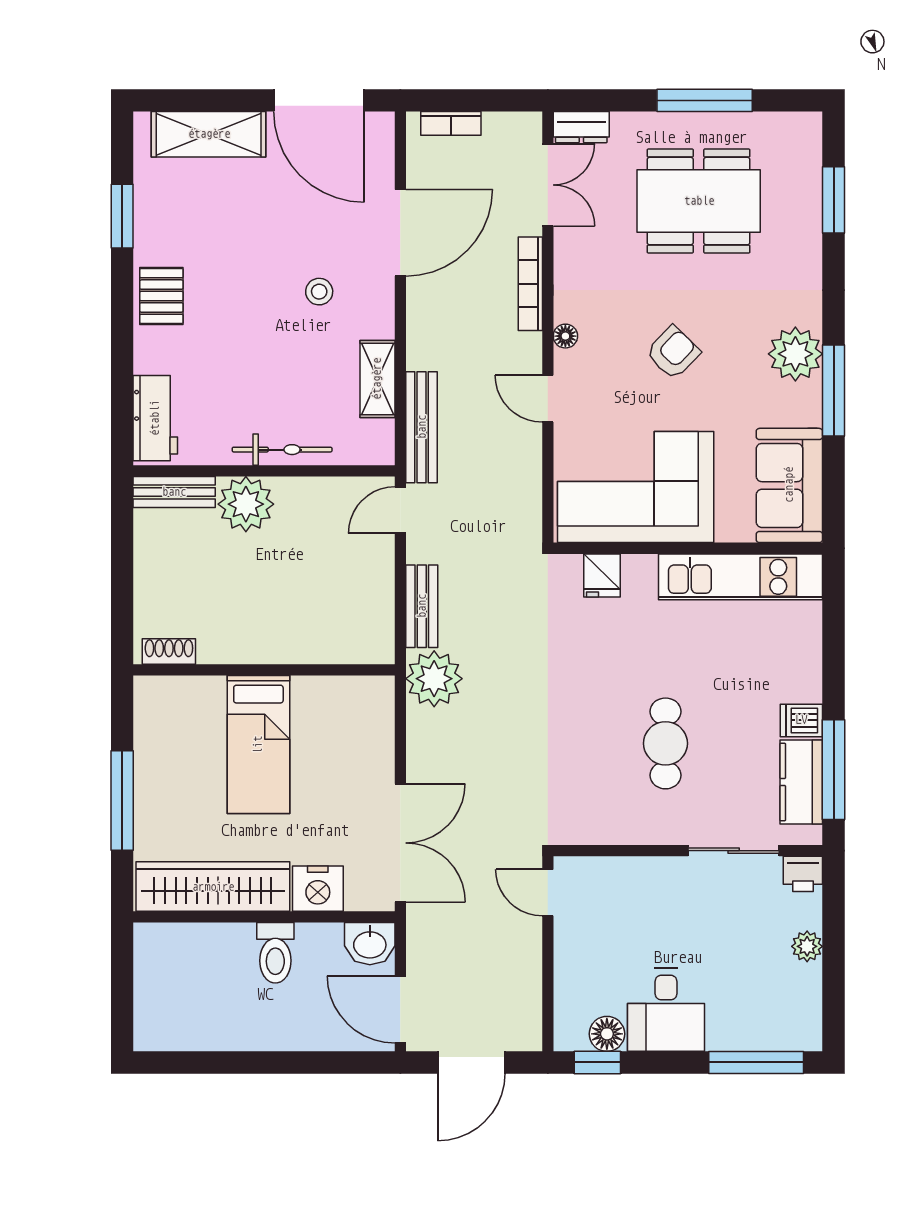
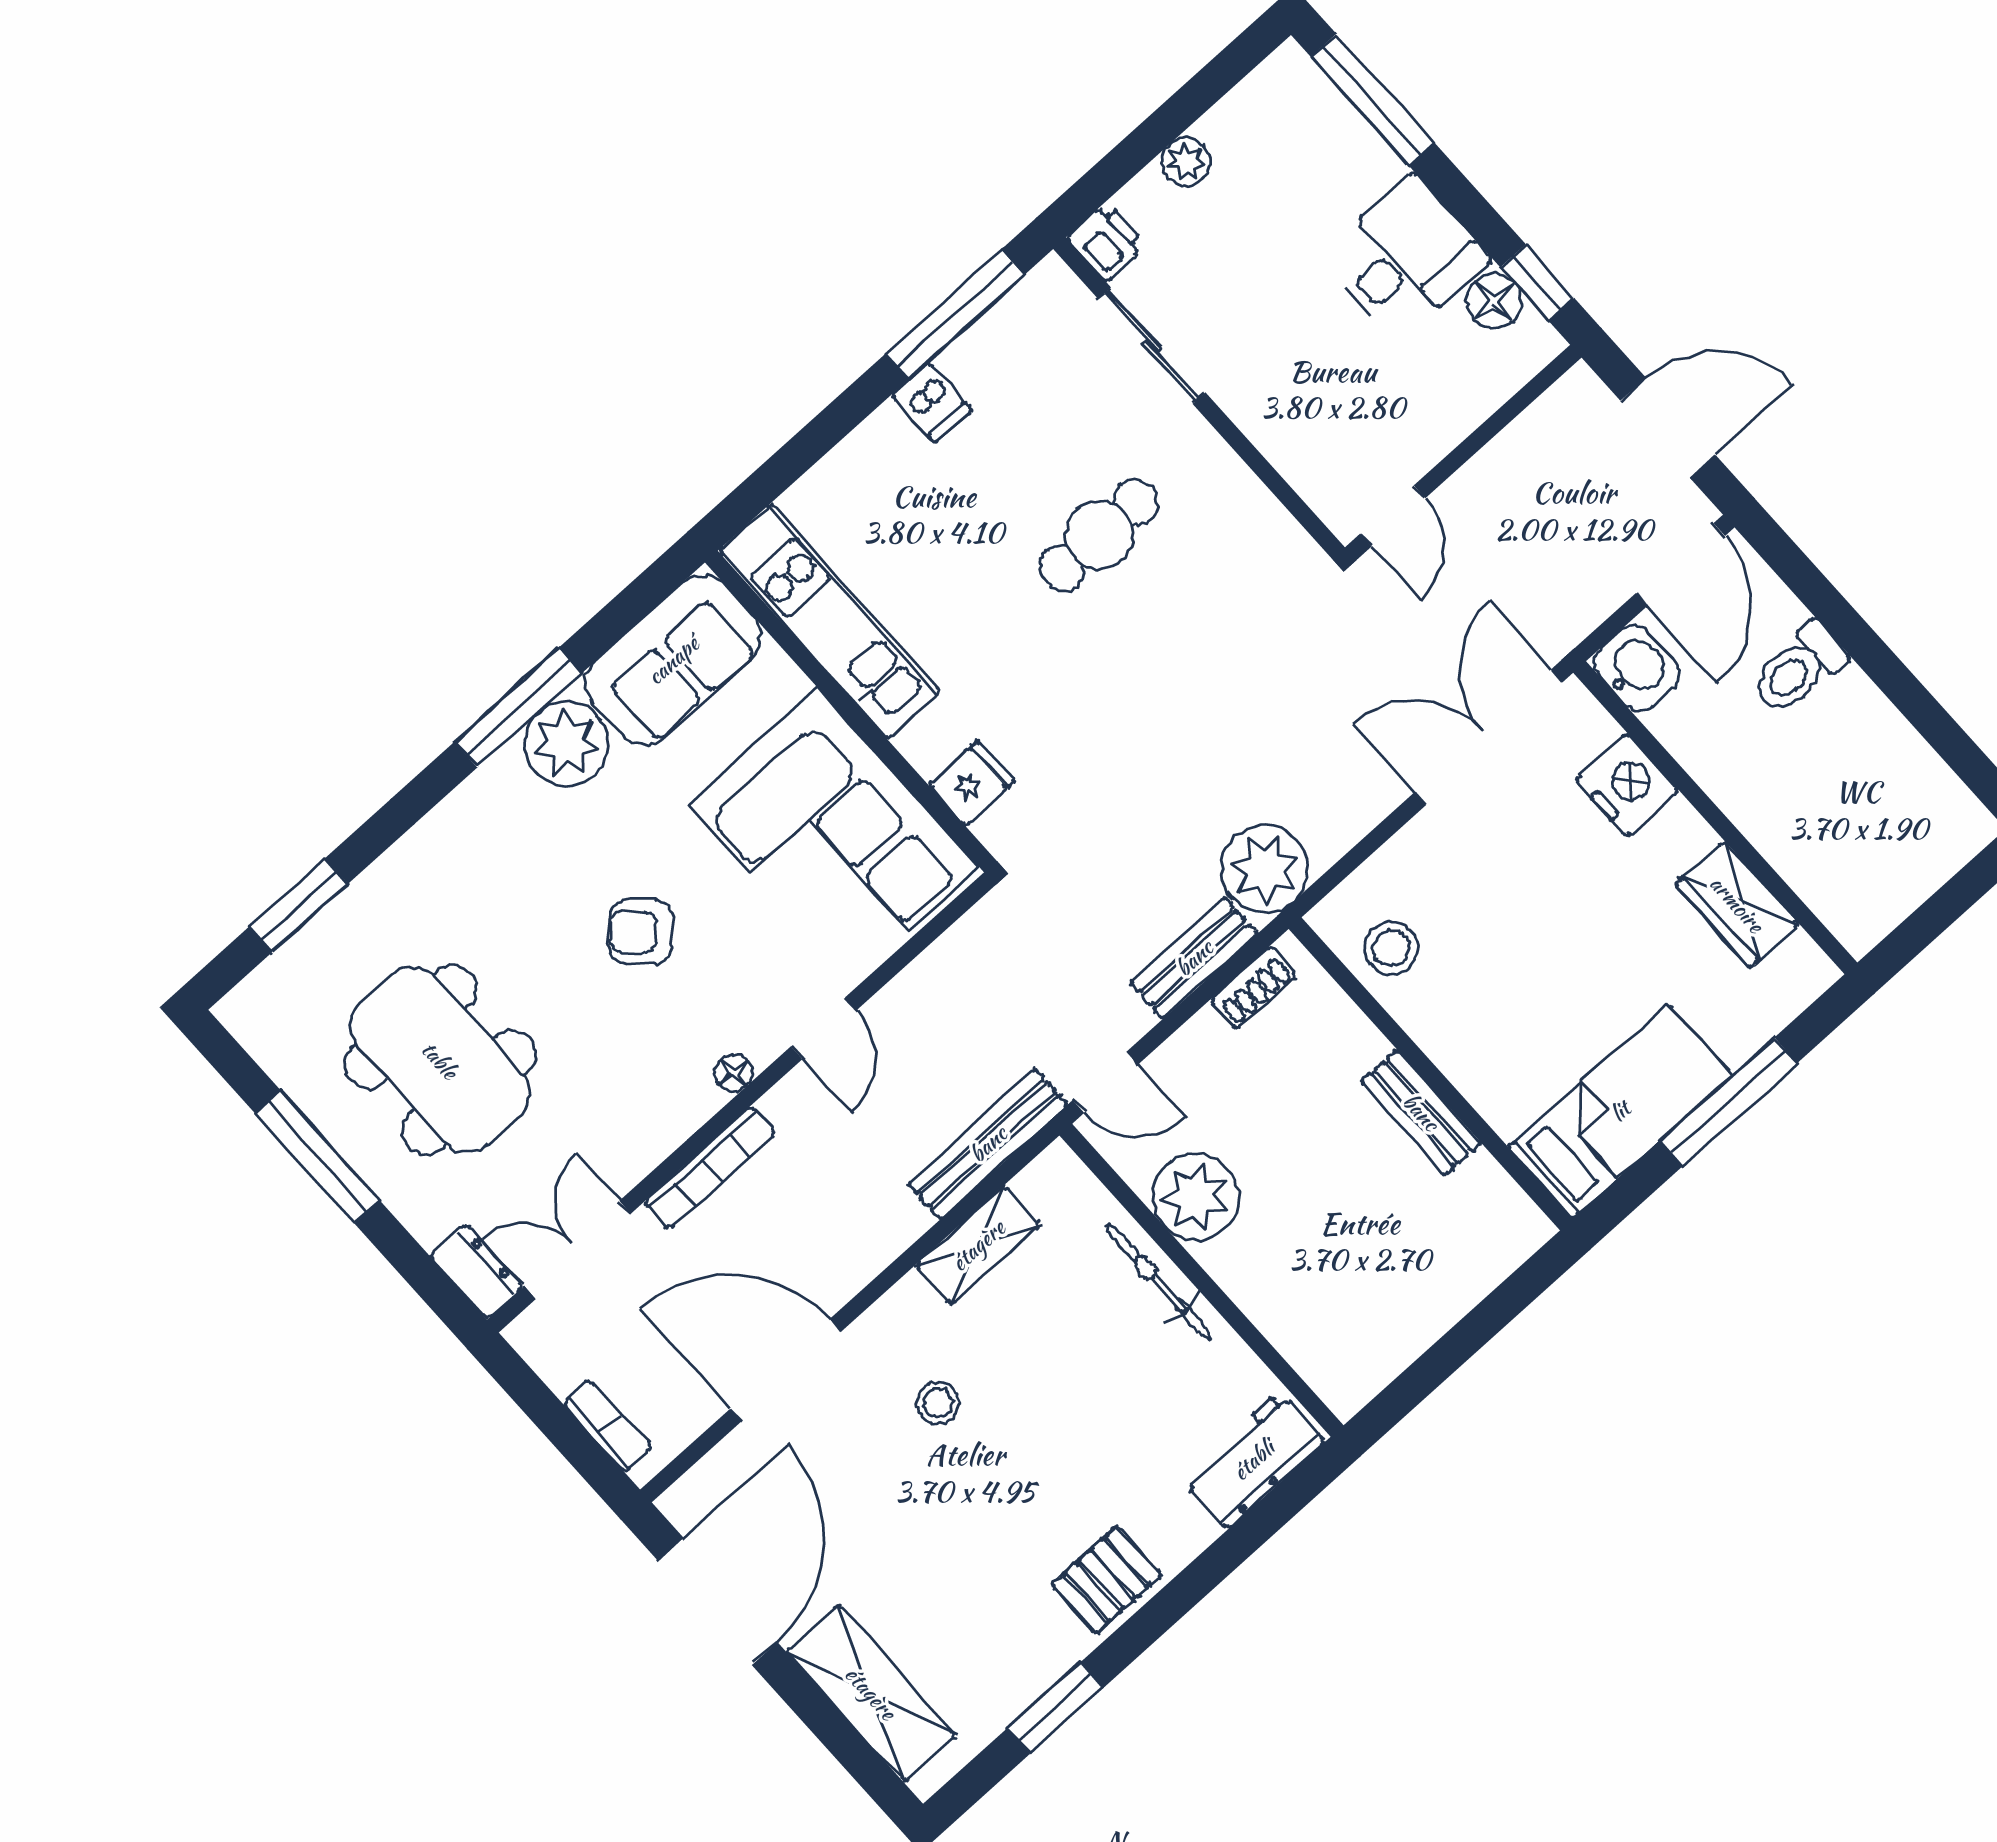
plant: (795, 354) -> (566, 744), moved
bench: (174, 492) -> (1421, 1112), moved
plant: (246, 504) -> (1196, 1197), moved
shoe rack: (169, 652) -> (1253, 987), moved, turned -90
stool: (341, 705) -> (1391, 948), added
bed: (258, 745) -> (1620, 1111), moved
kitchen counter: (801, 782) -> (1002, 339), removed
wardrobe: (213, 887) -> (1737, 904), width x0.48, depth x0.85
toilet: (275, 953) -> (1798, 669), moved, turned 180

